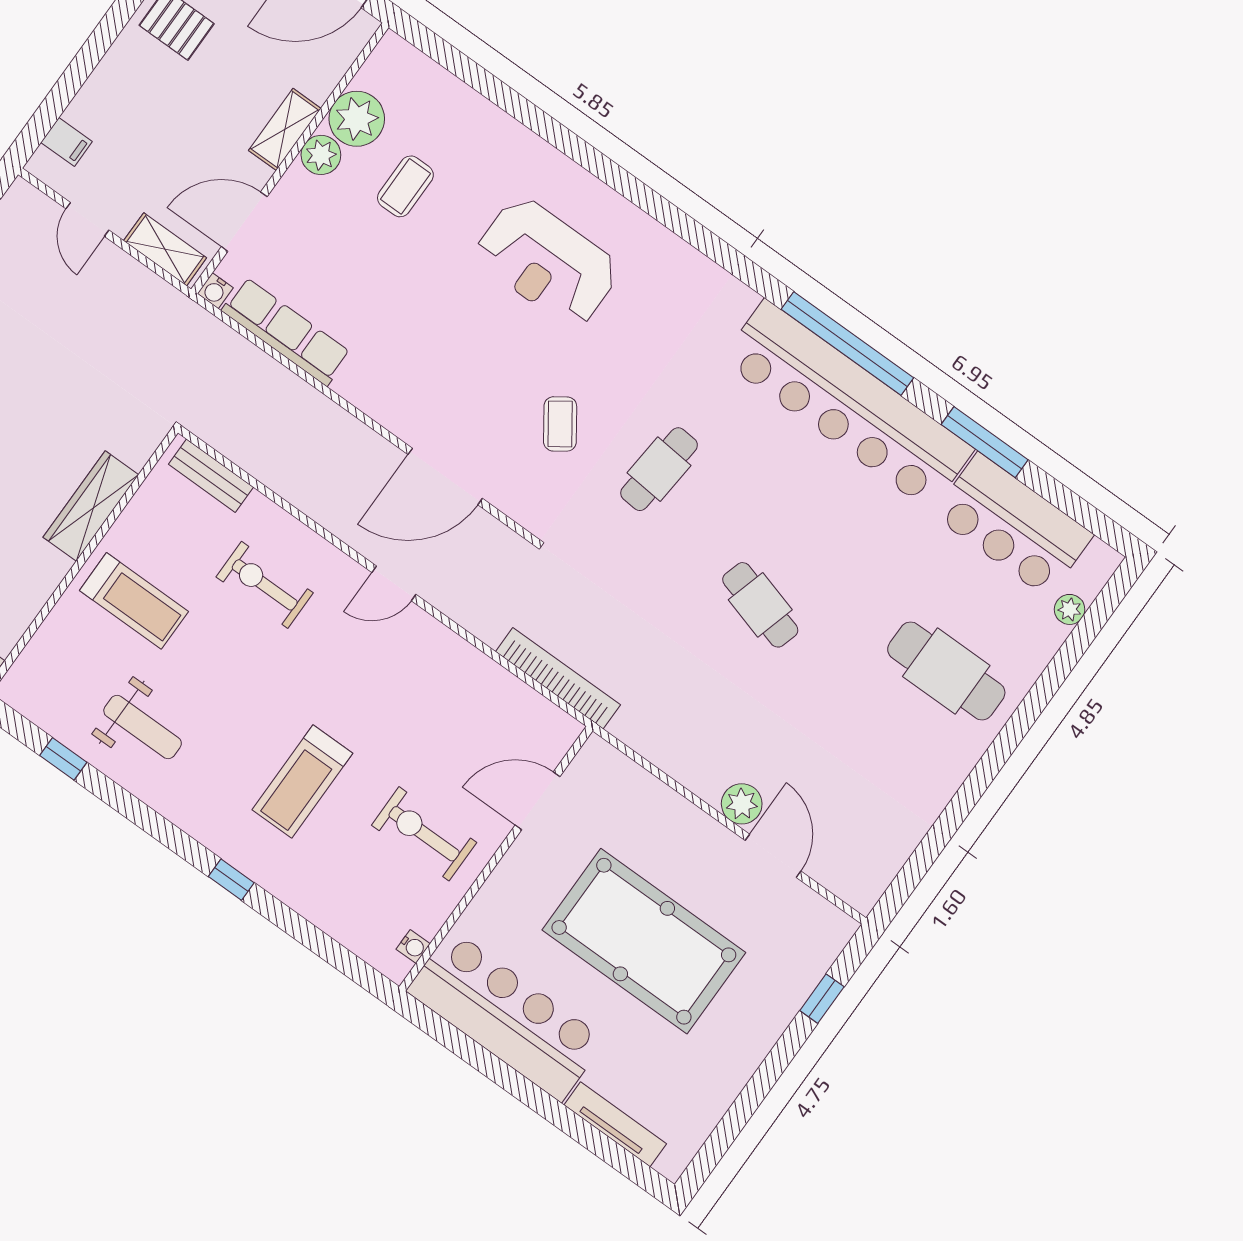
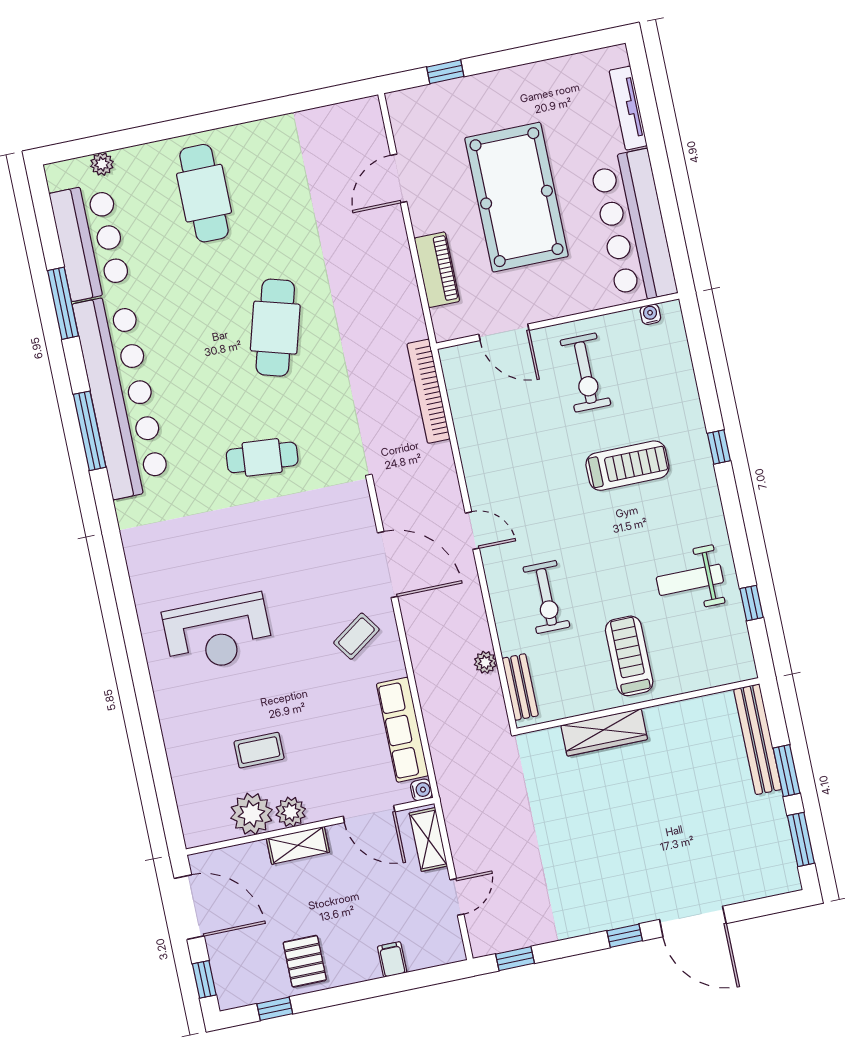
filing cabinet: (67, 142) -> (392, 959), moved
reception desk: (547, 262) -> (218, 633), turned 90
window: (847, 343) -> (90, 431), width x0.68
coffee table: (560, 424) -> (356, 636), moved
cafe table: (760, 605) -> (275, 328), width x1.37, depth x1.35
weight bench: (143, 727) -> (690, 580), turned -90
piano: (656, 802) -> (437, 270), added
plant: (742, 804) -> (485, 662), moved, width x0.73, depth x0.73

